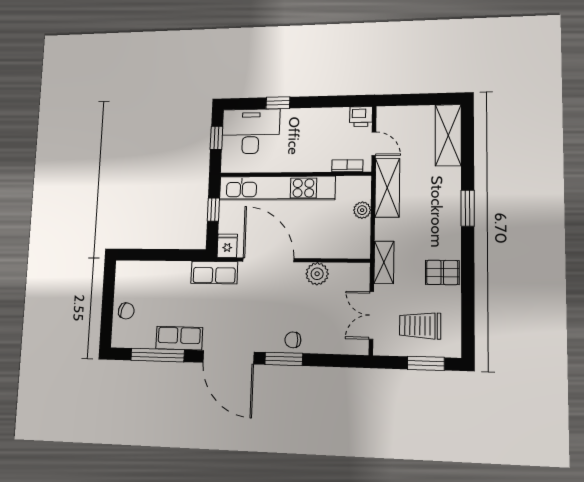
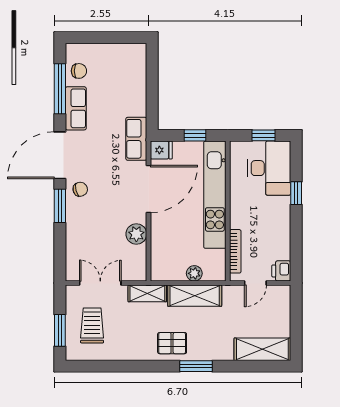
bookcase: (347, 166) -> (235, 251), width x1.56
shelving: (387, 188) -> (195, 296), moved
pallet: (442, 272) -> (172, 343), moved, turned 90
chair: (126, 311) -> (79, 71), moved, turned -107
chair: (293, 340) -> (80, 189), moved, turned 76

